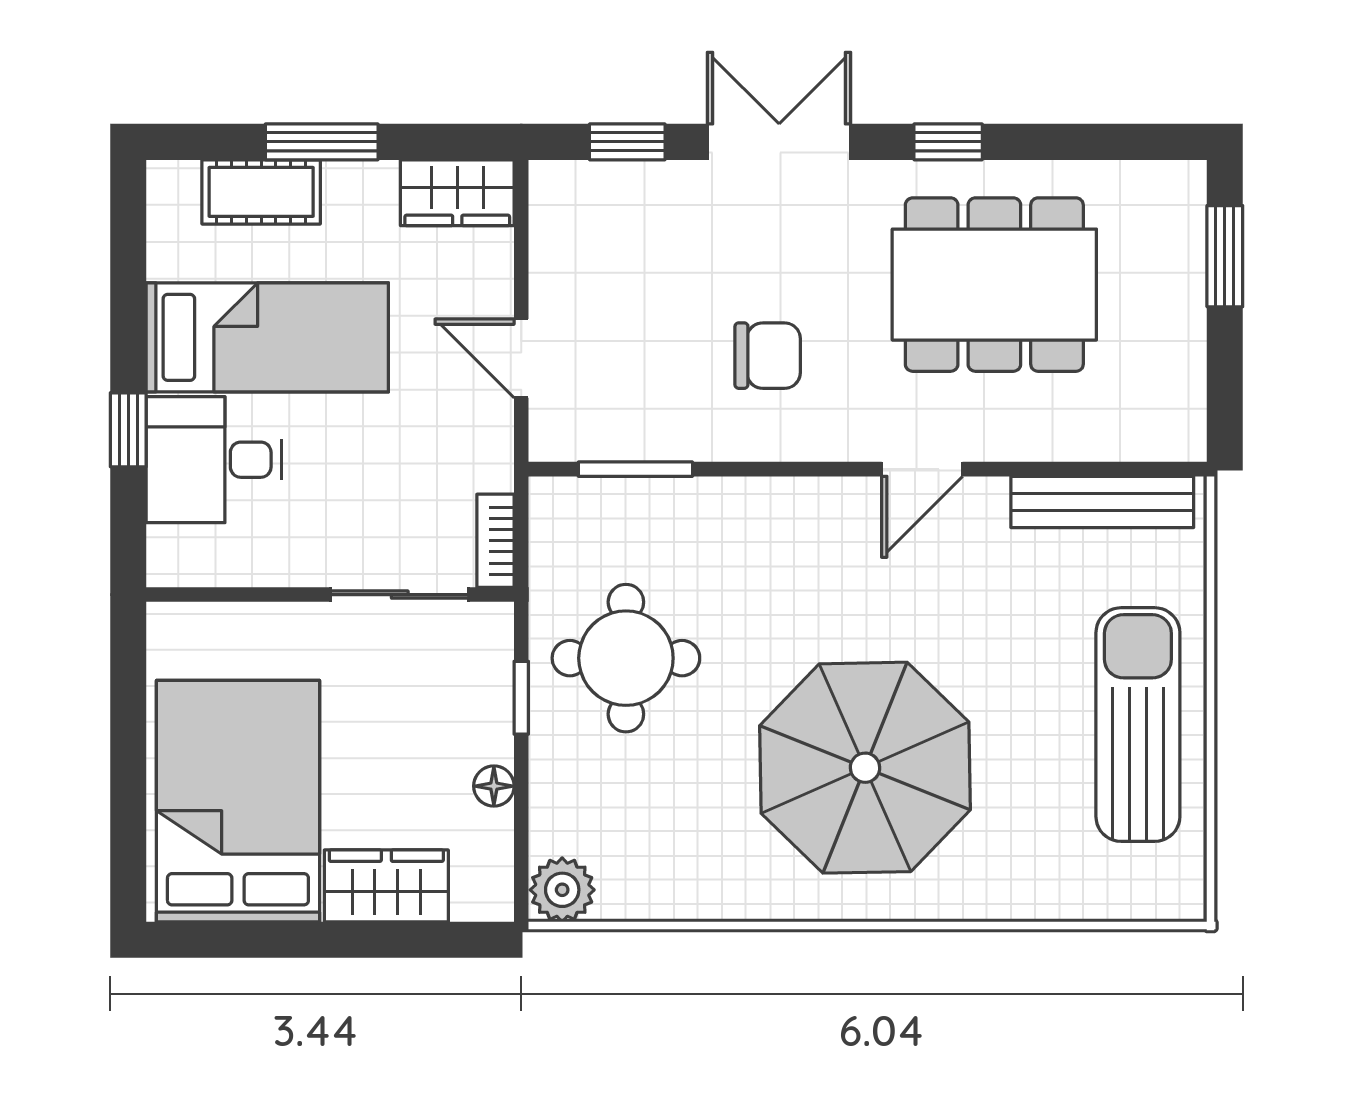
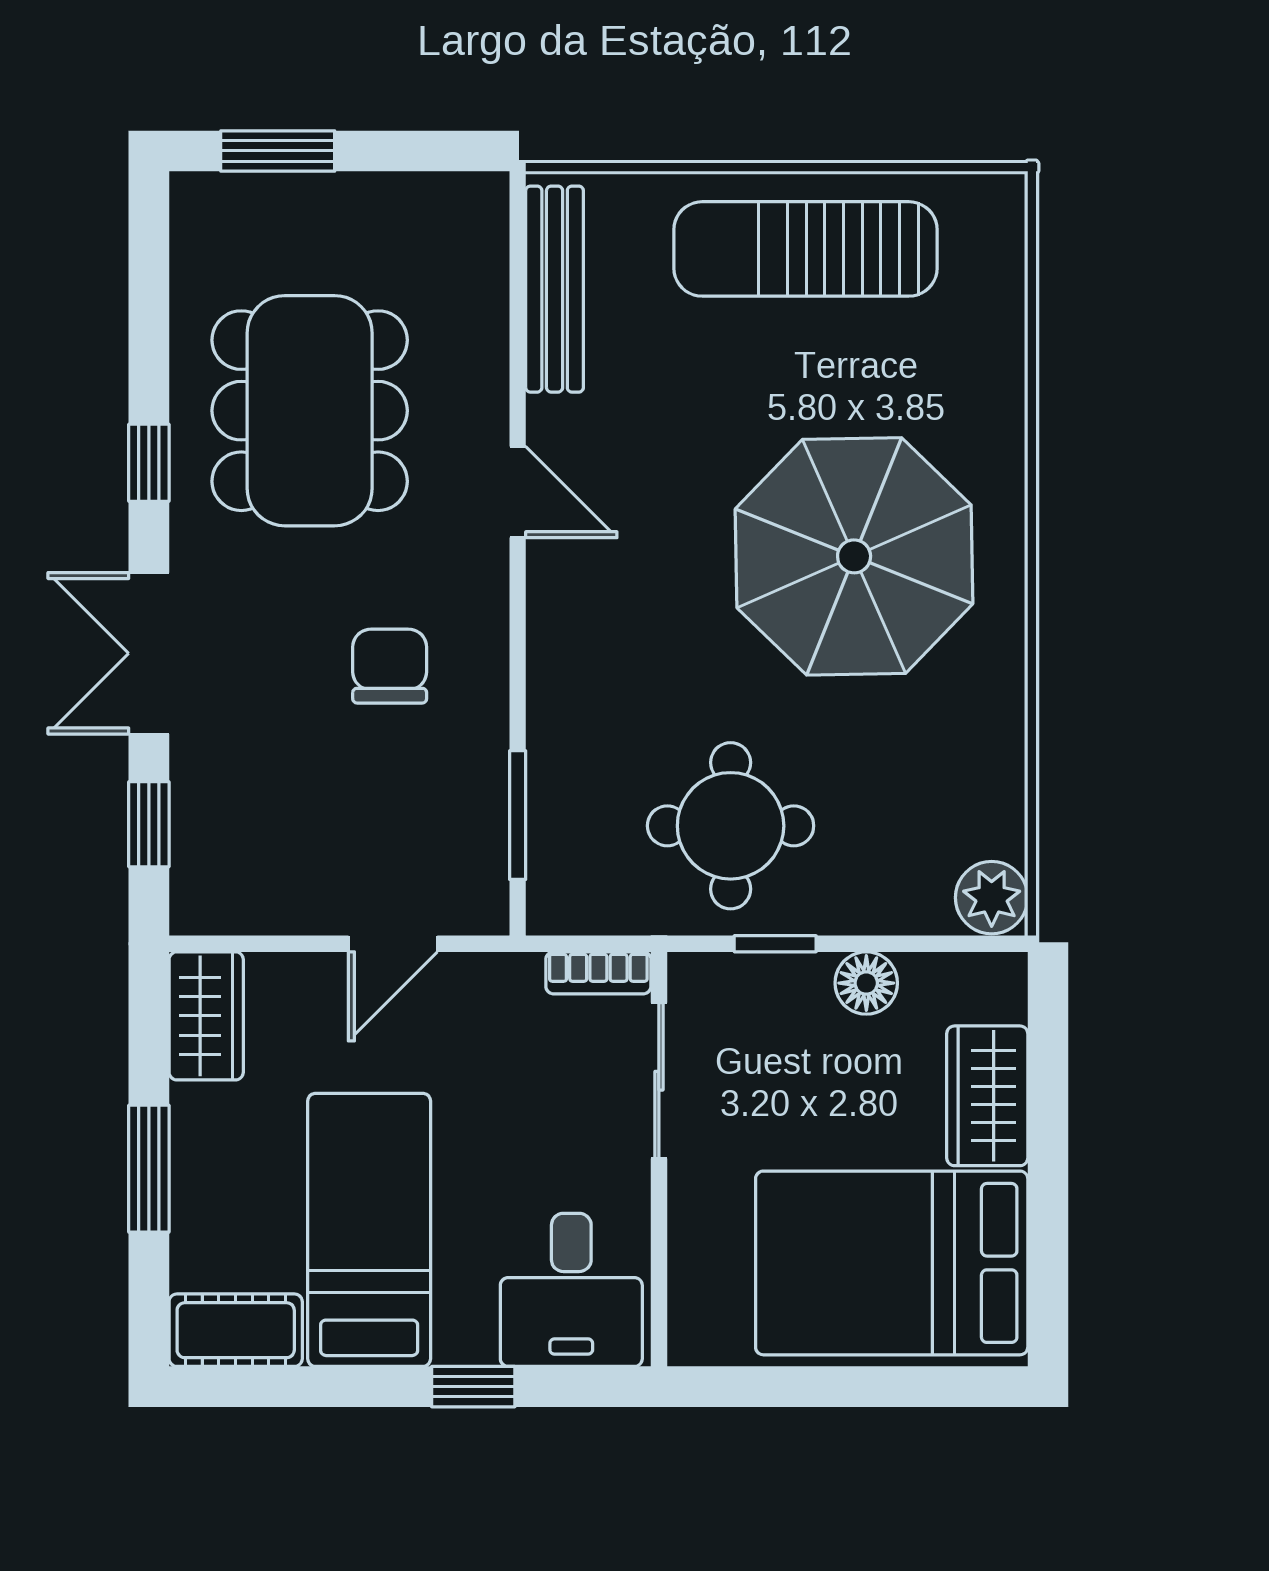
cot: (261, 192) -> (236, 1330), moved, turned 90
desk: (214, 460) -> (571, 1290), moved
floor lamp: (494, 786) -> (866, 983), width x1.37, depth x1.37

